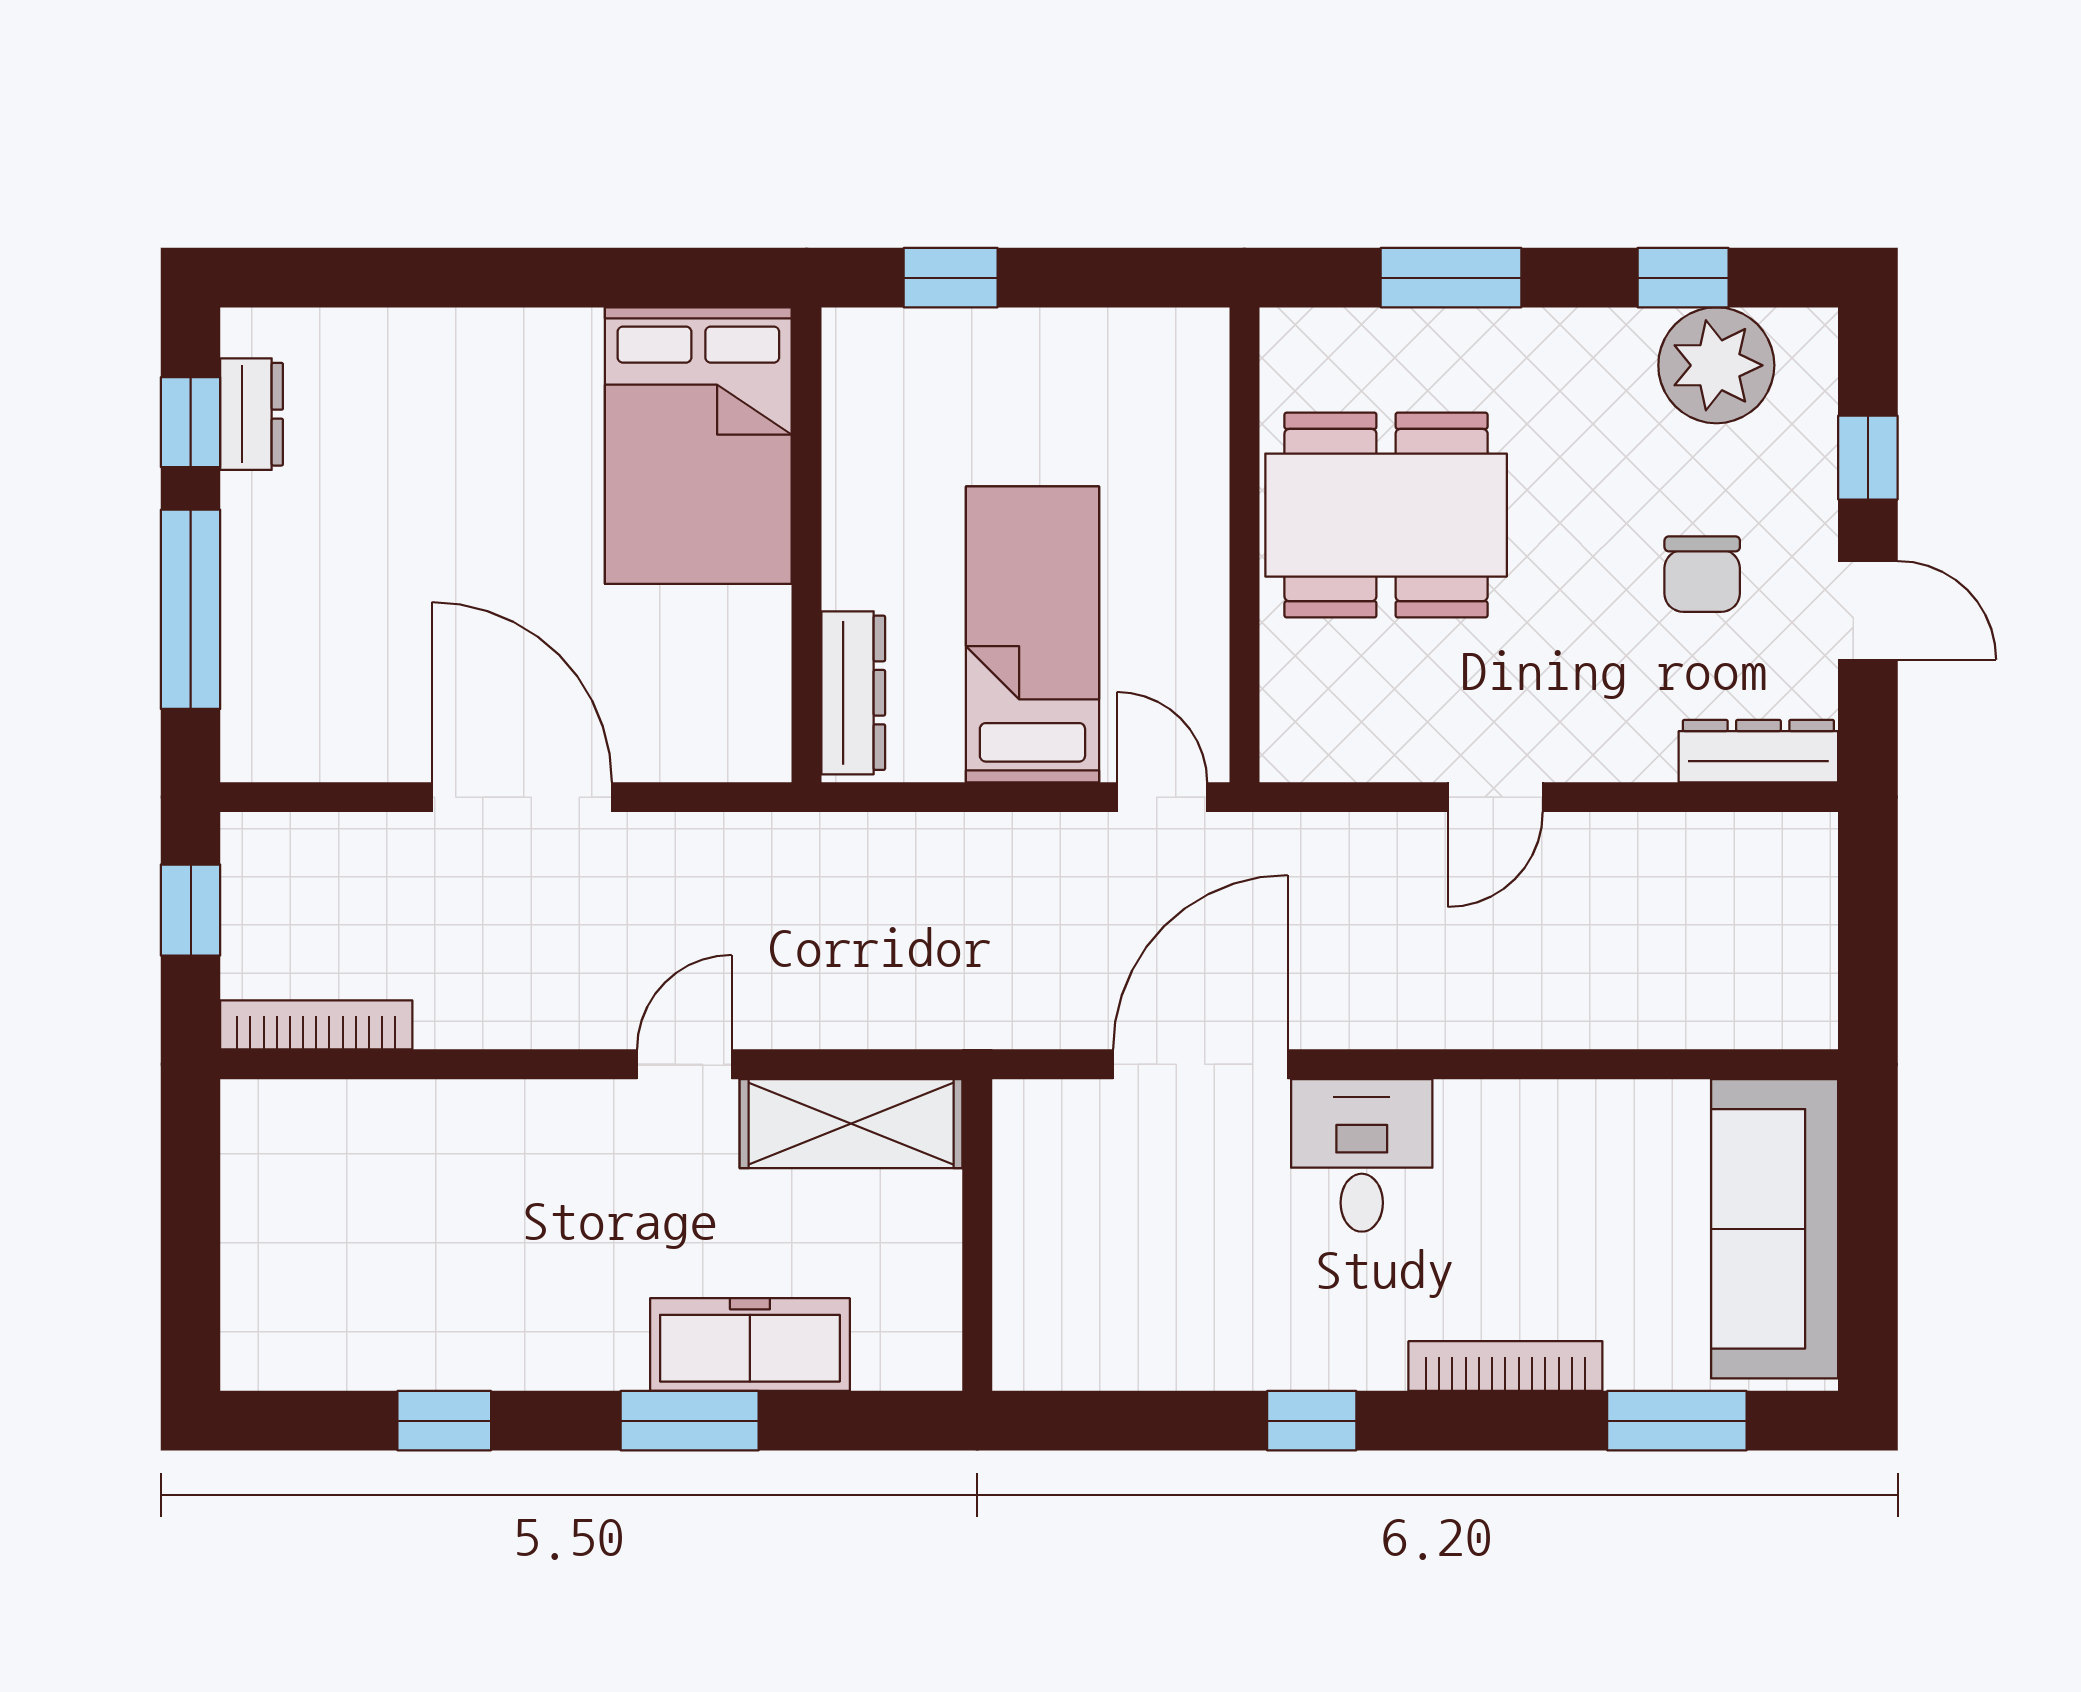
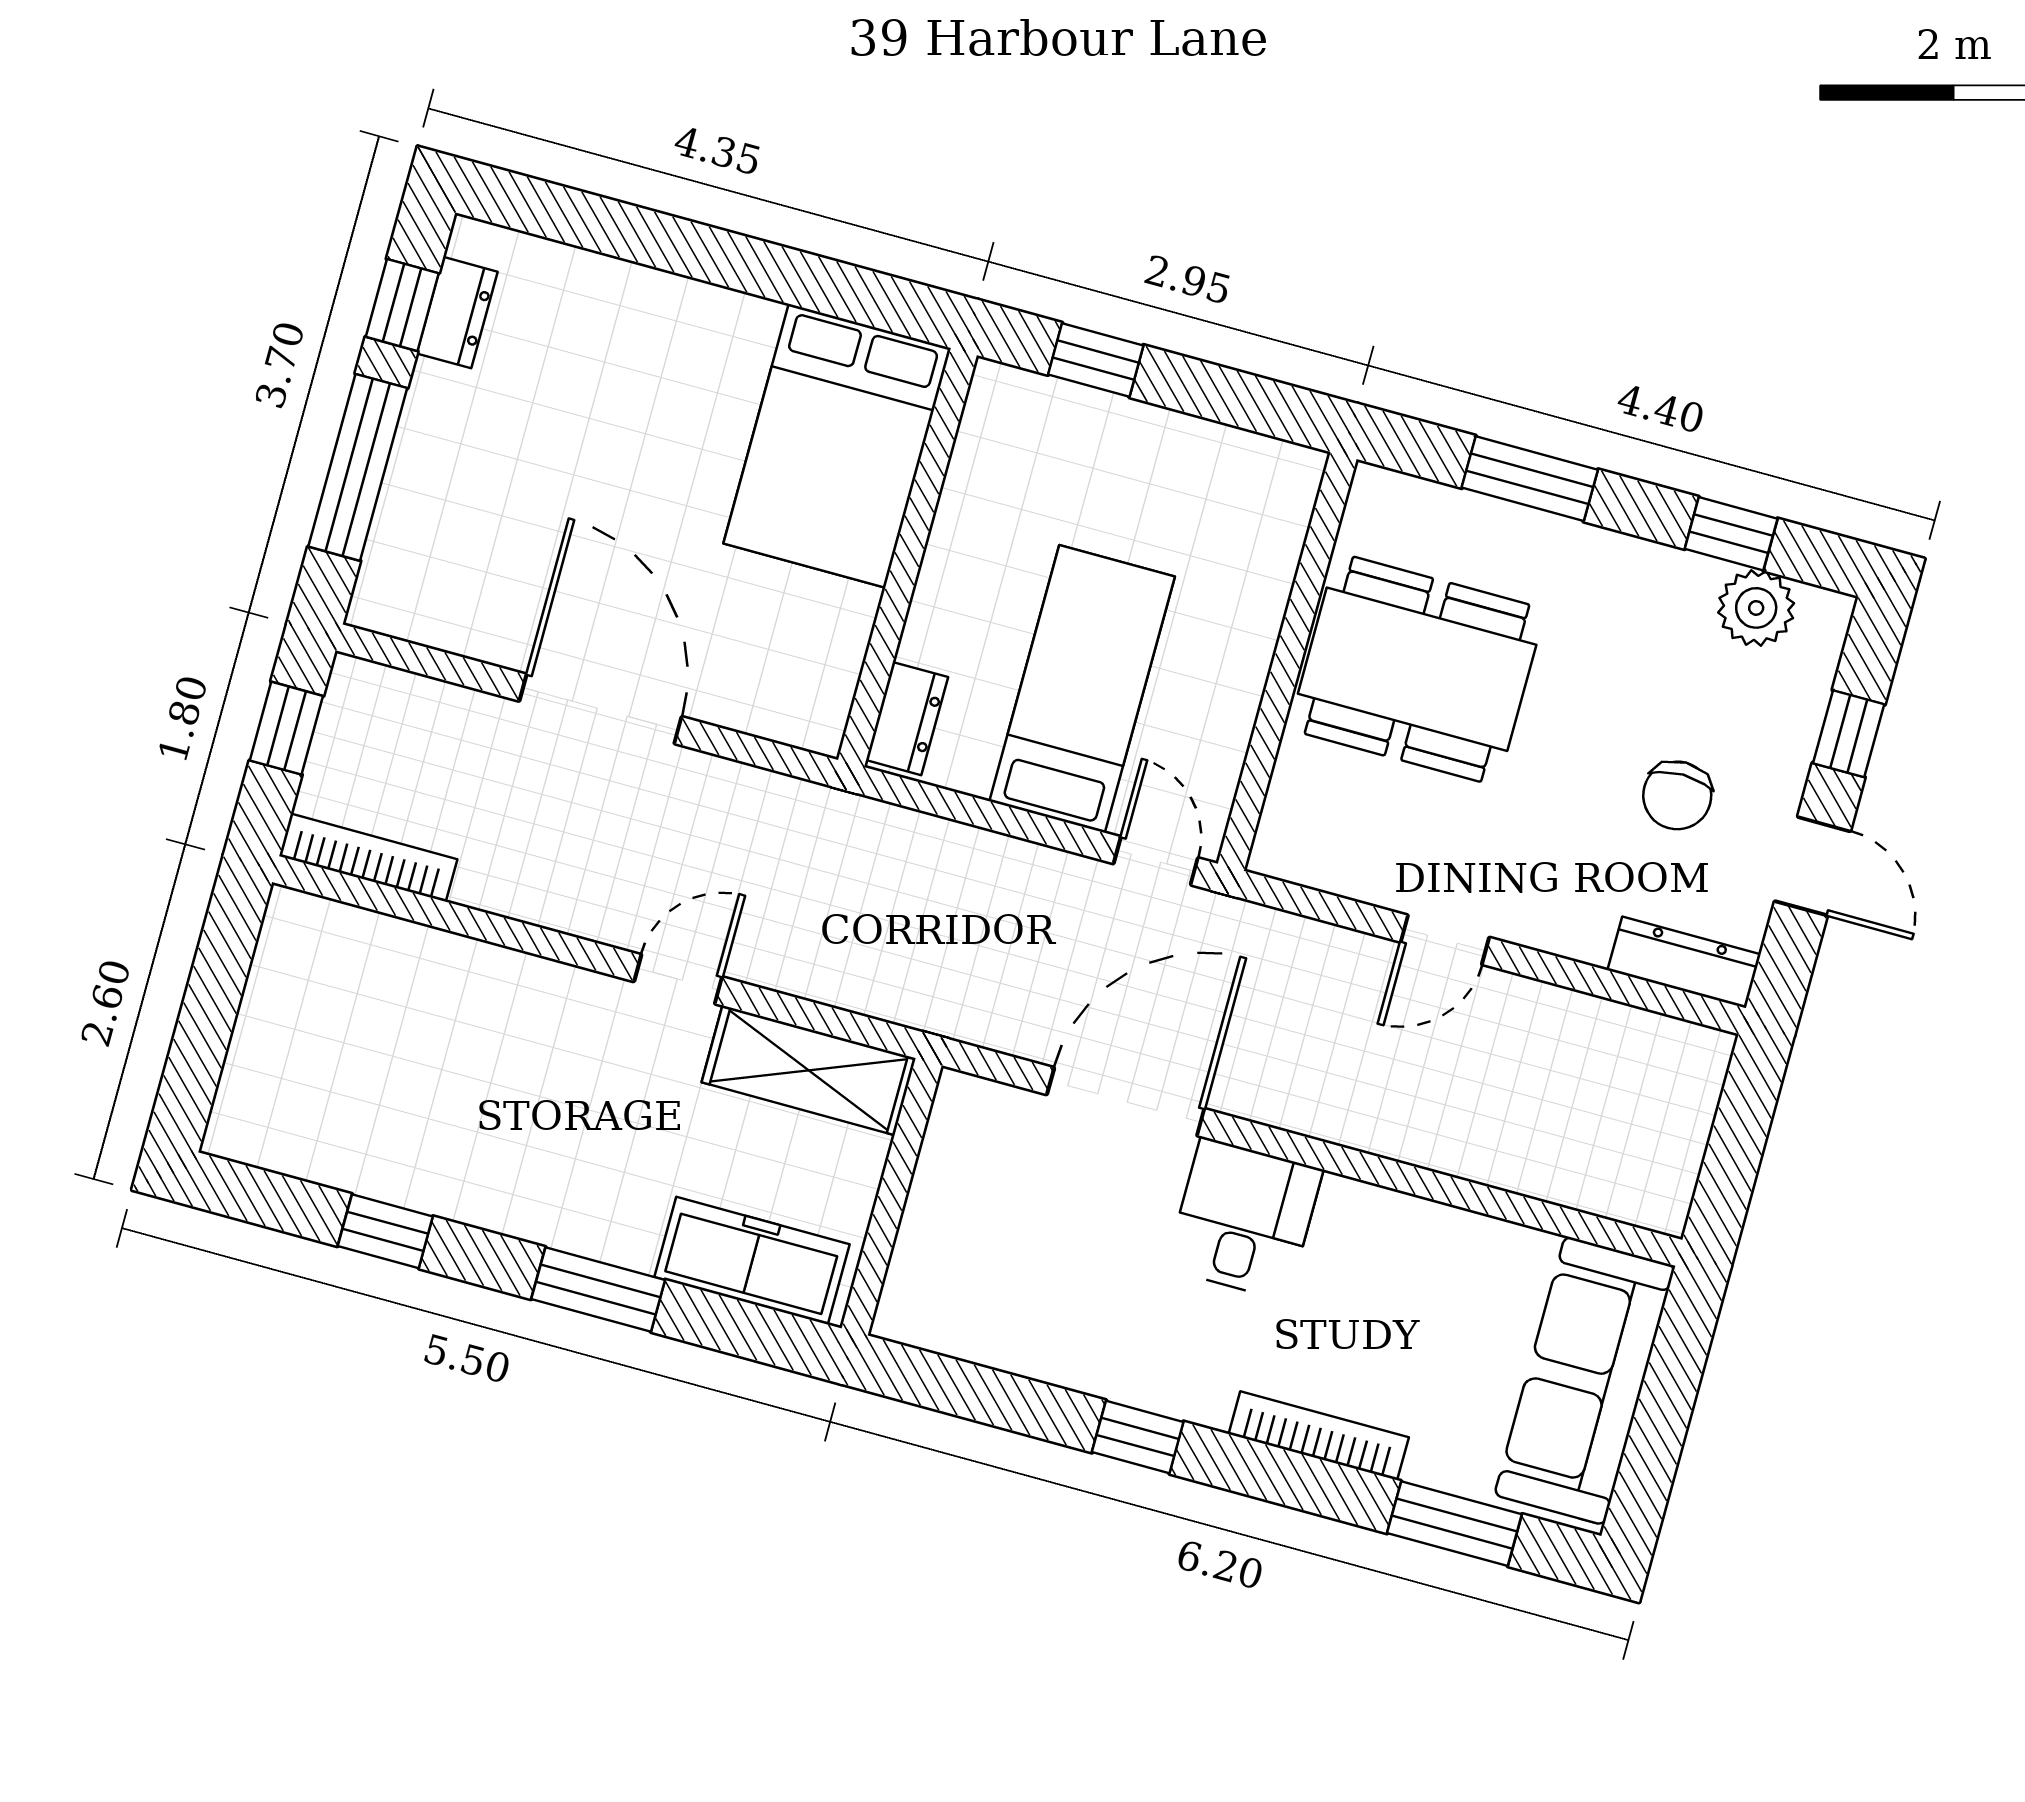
plant: (1716, 365) -> (1756, 608), width x0.73, depth x0.73
dresser: (853, 693) -> (907, 719), width x0.70
freezer: (750, 1345) -> (752, 1261), moved

